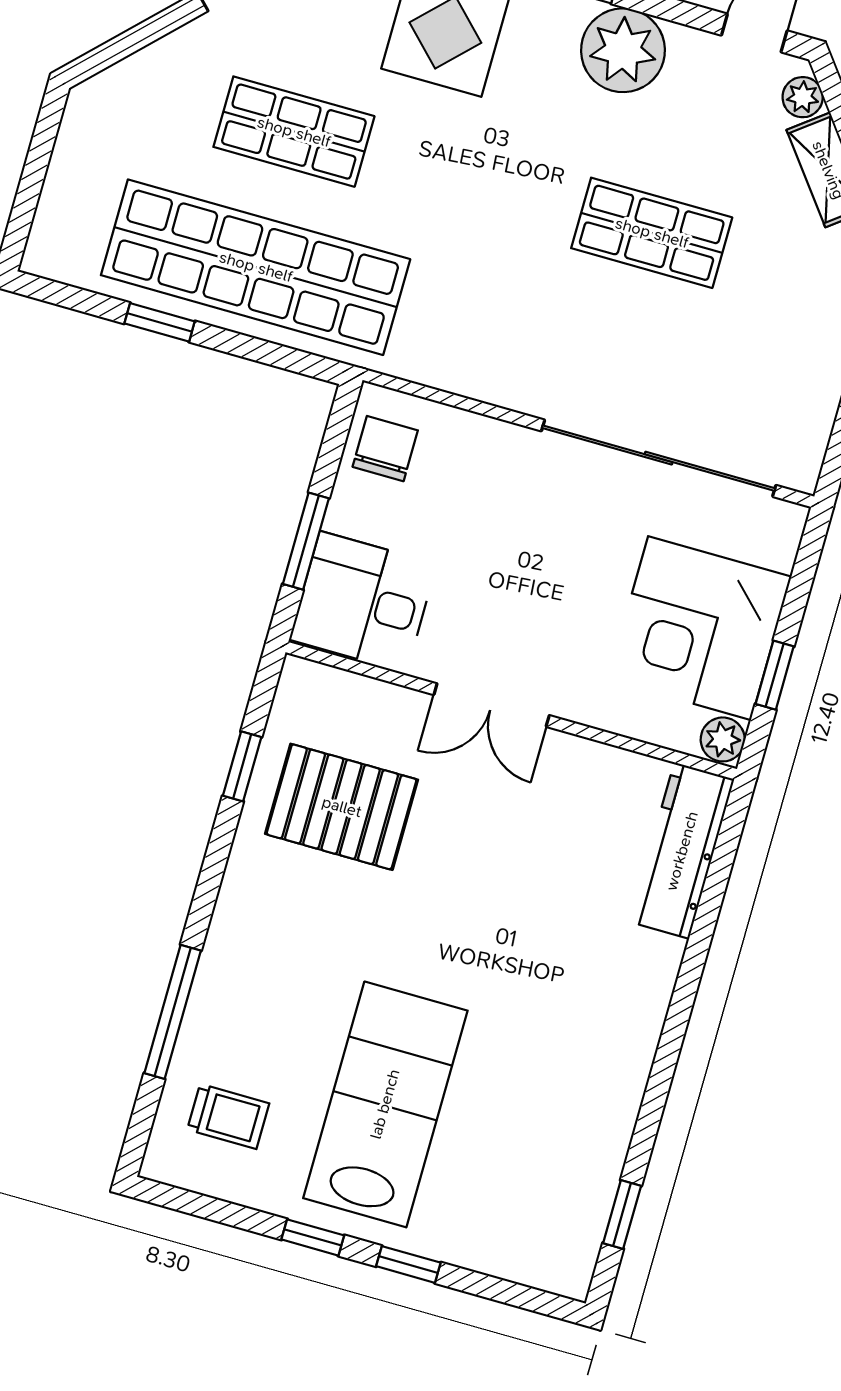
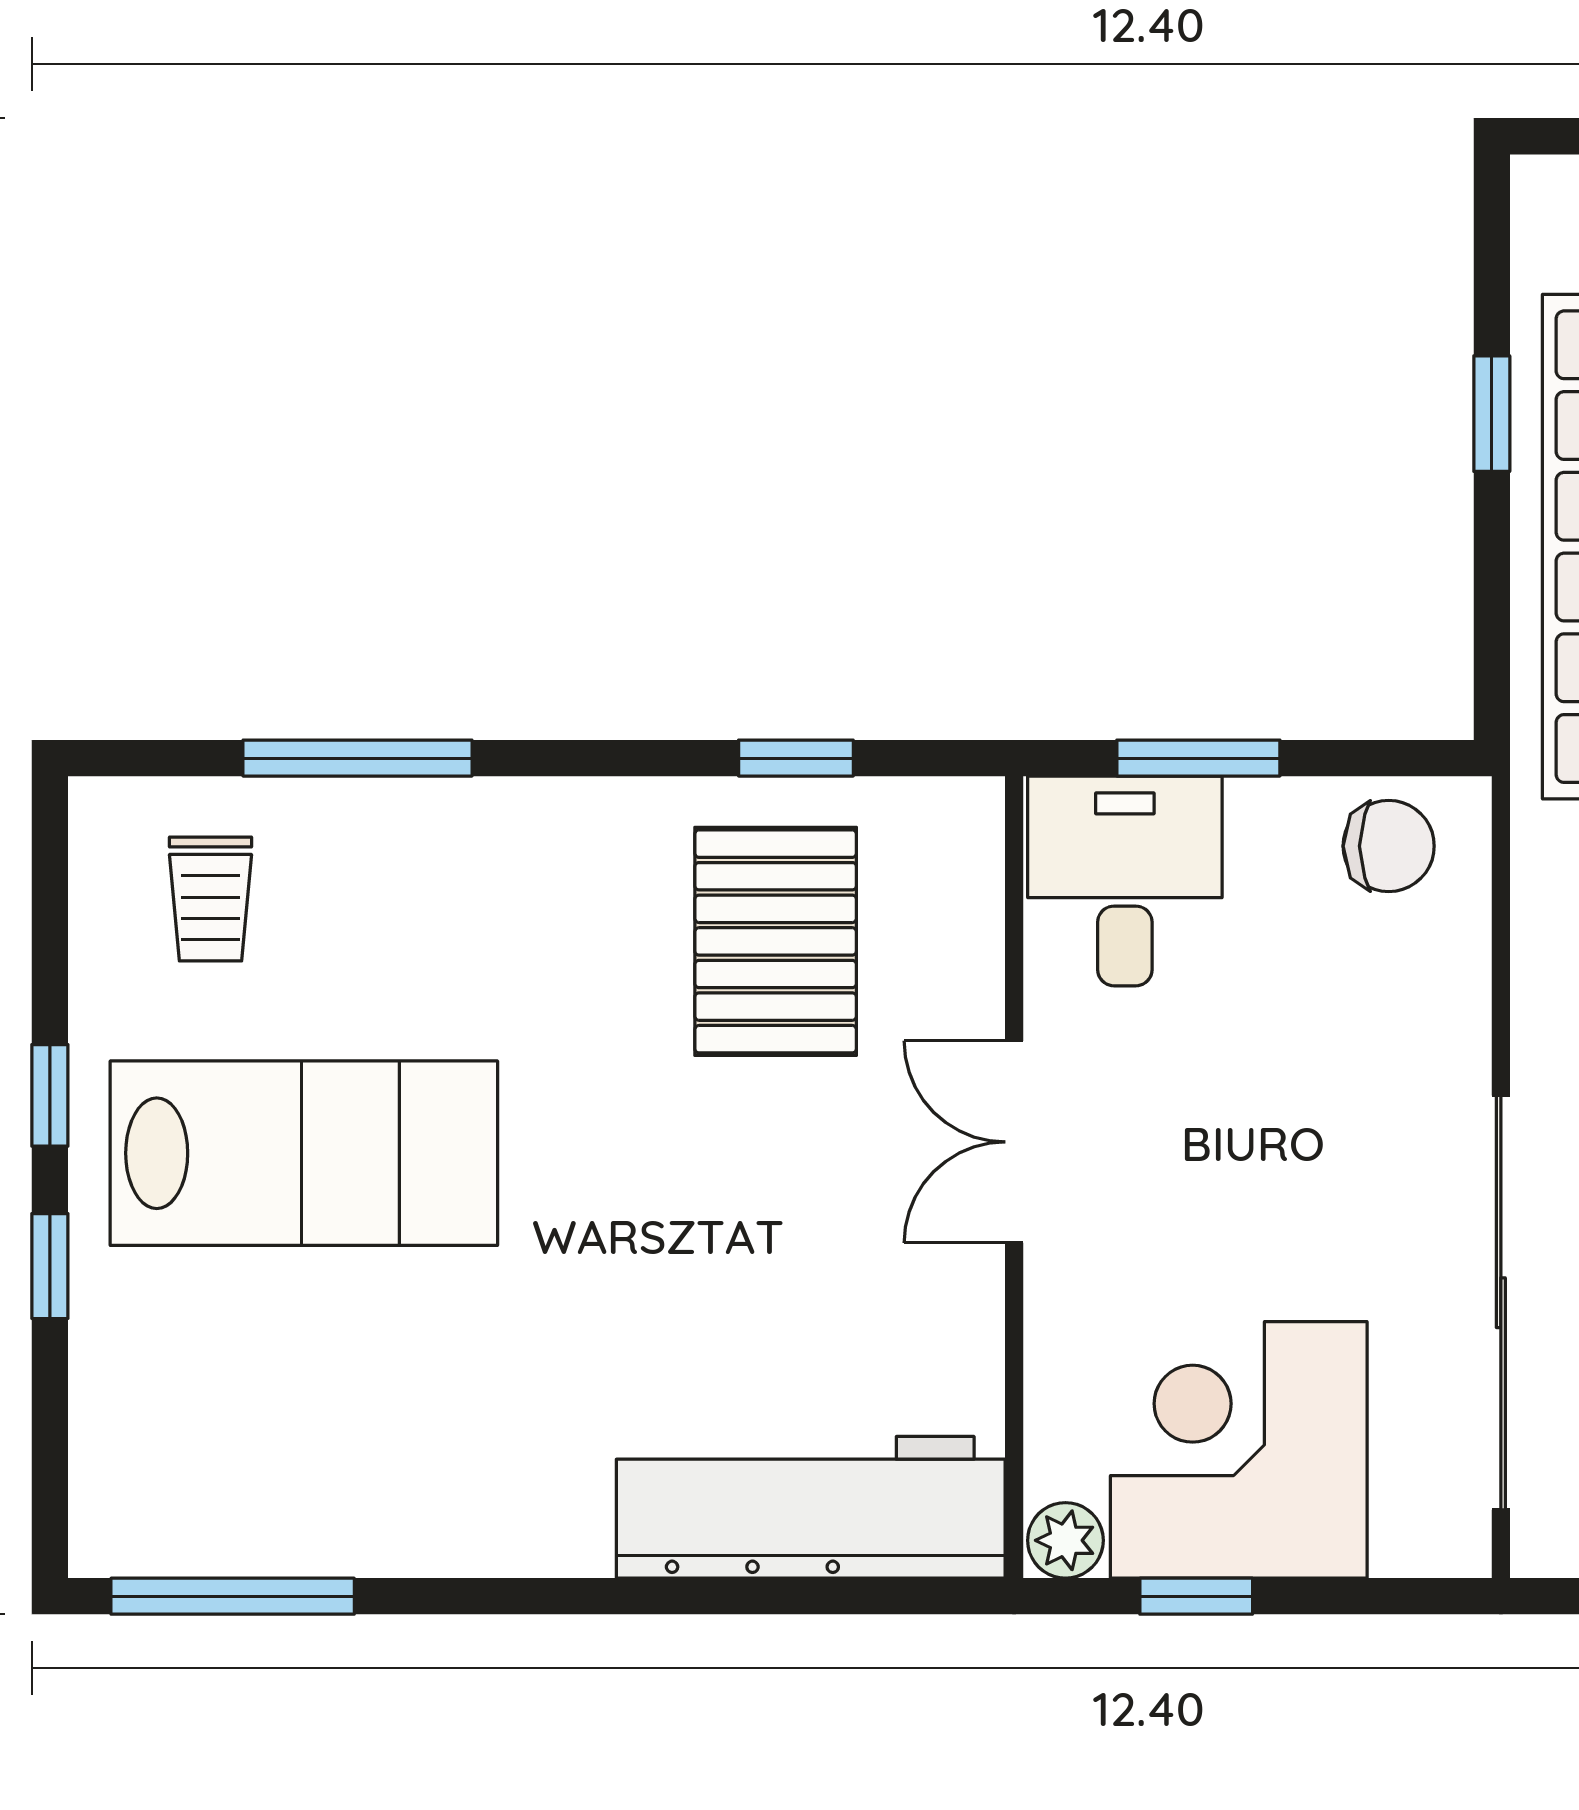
workbench: (682, 851) -> (811, 1507), width x1.36, depth x1.32
window: (622, 1214) -> (233, 1596), width x2.17

